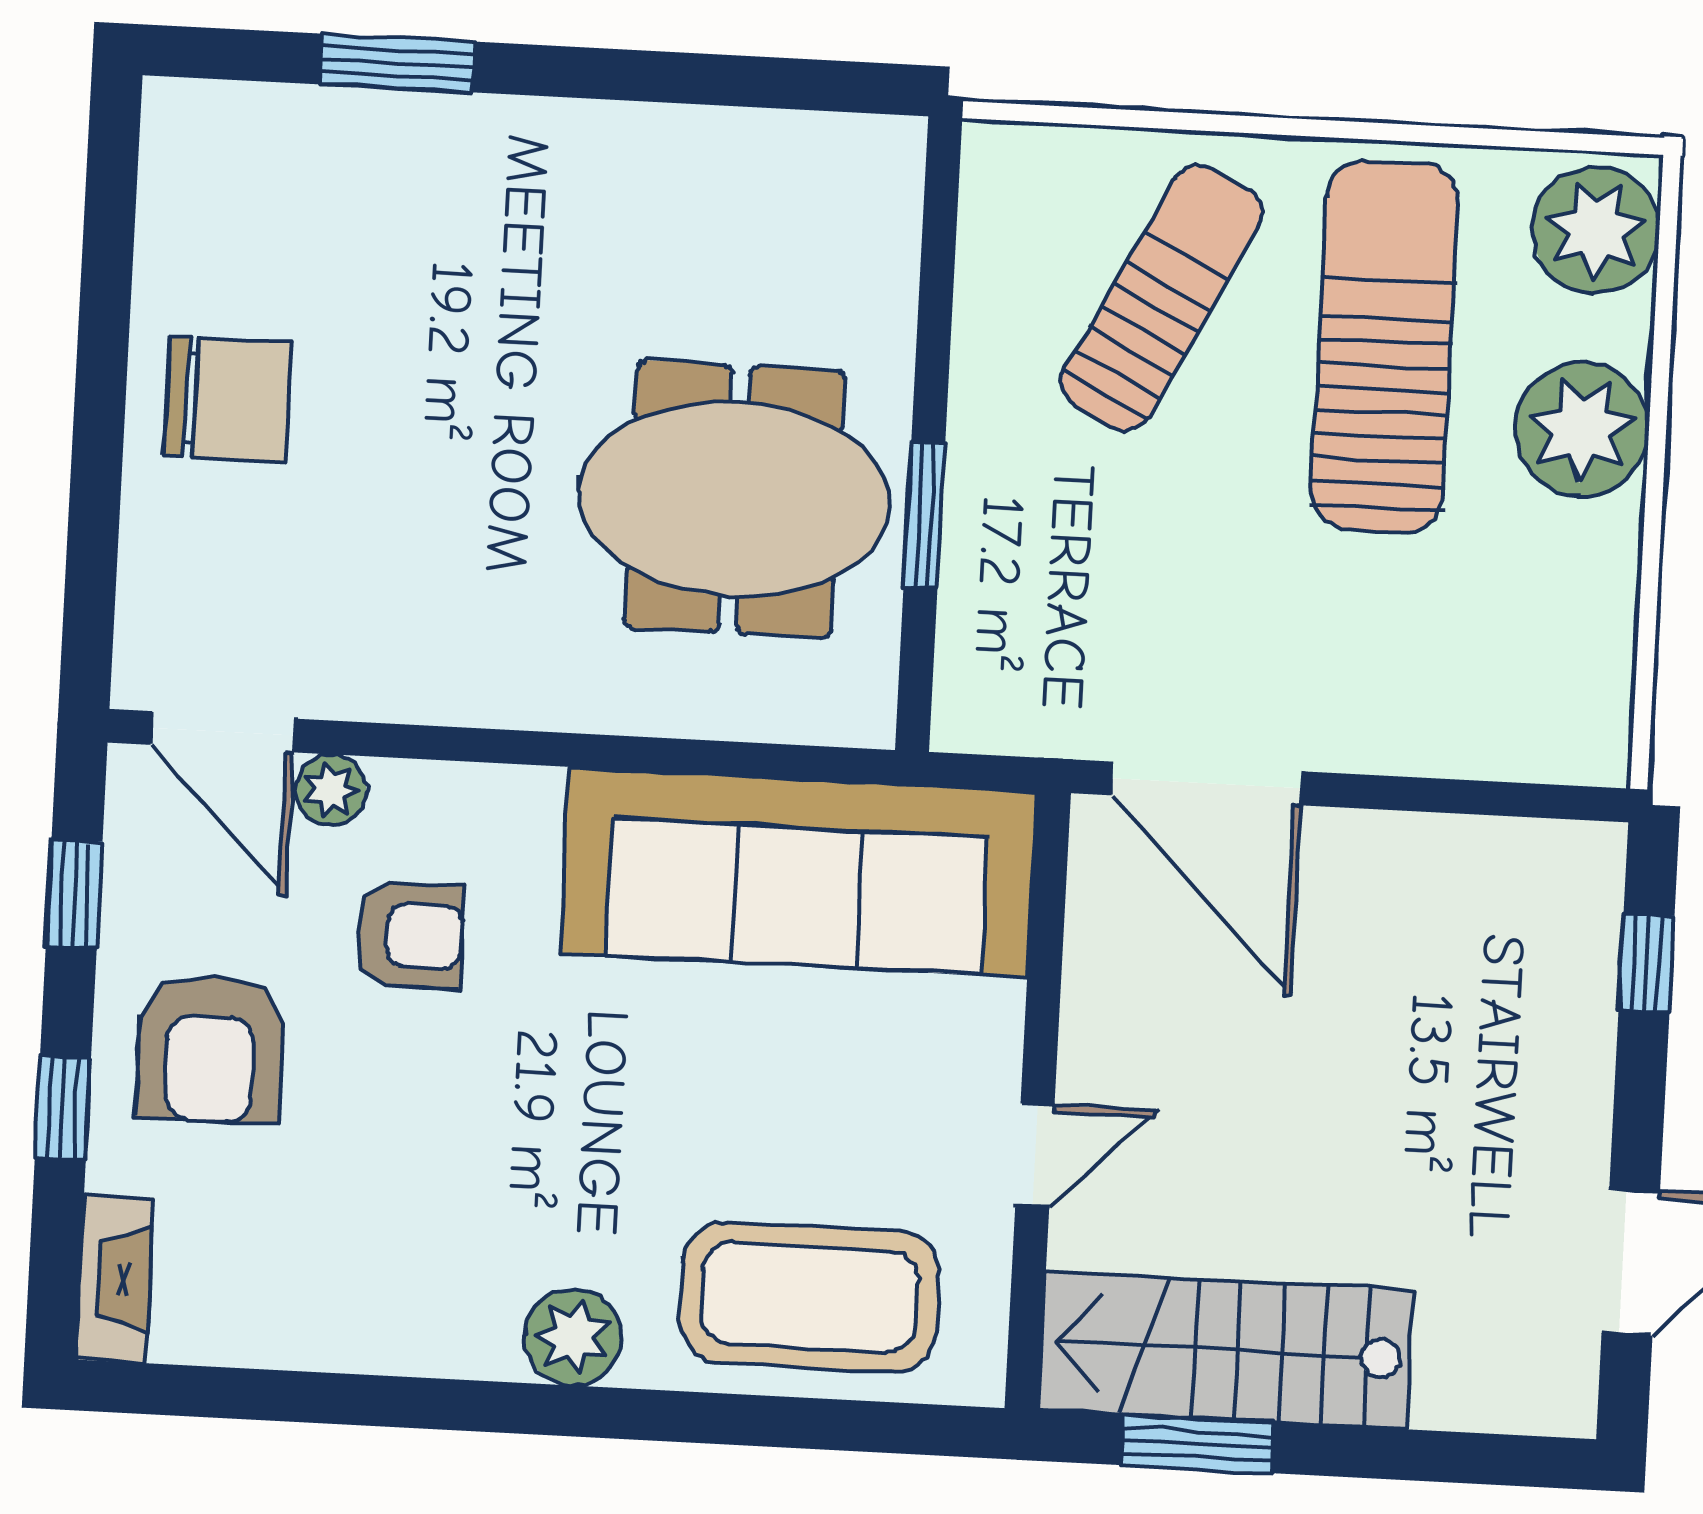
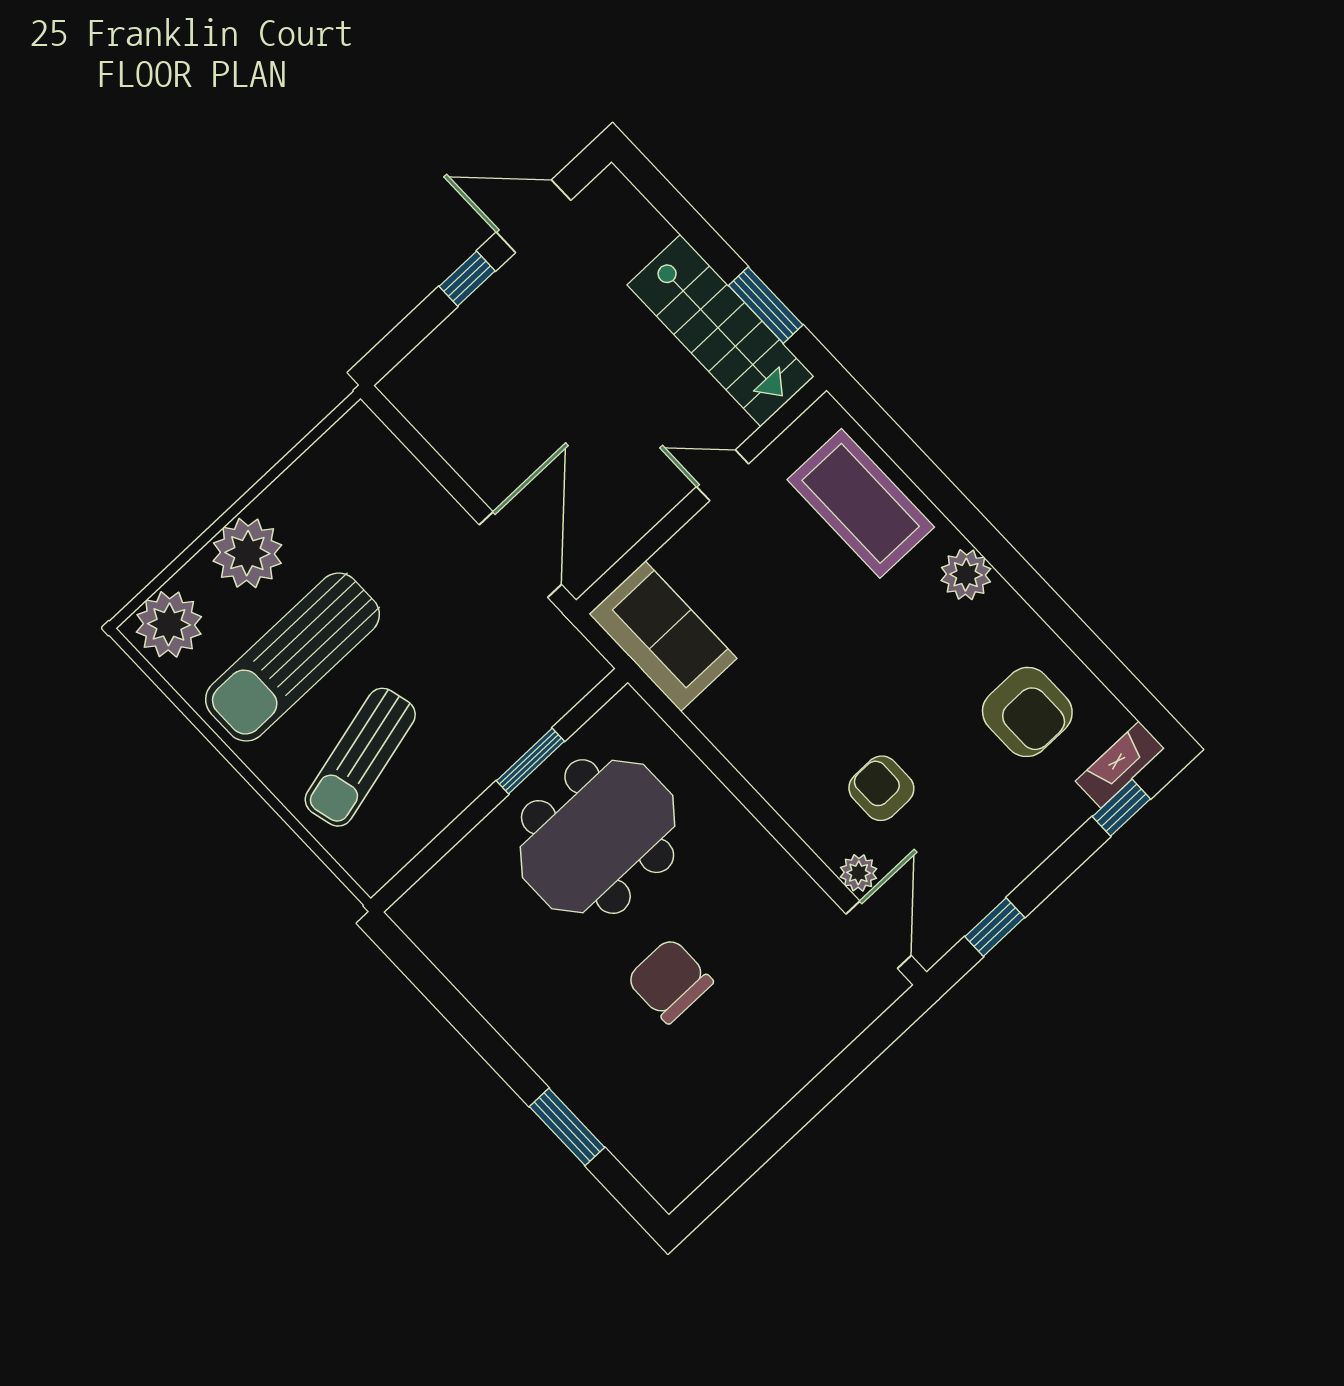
sun lounger: (1162, 298) -> (360, 757), turned -41
chair: (228, 399) -> (670, 981), moved
meeting table: (734, 499) -> (598, 837), turned 90
sofa: (798, 872) -> (663, 636), width x0.54, depth x0.79
window: (1647, 963) -> (467, 279), moved
armchair: (211, 1048) -> (1027, 712), moved, turned 90
window: (63, 1108) -> (1121, 808), moved

